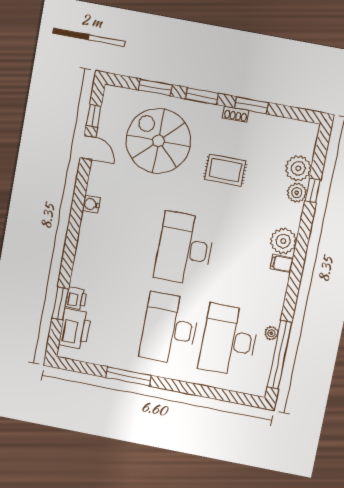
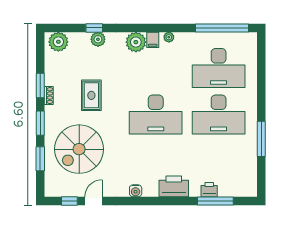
plant: (298, 168) -> (58, 42), moved
window: (60, 303) -> (215, 201), width x1.44
printer: (75, 329) -> (174, 186), moved
plant: (271, 333) -> (169, 37), moved

